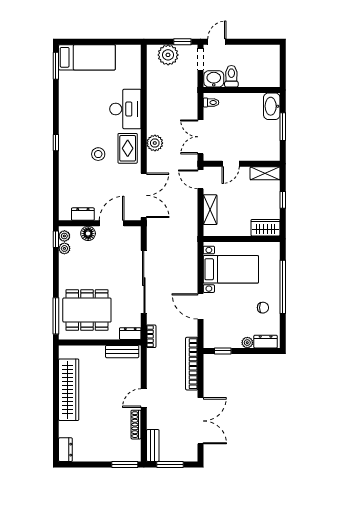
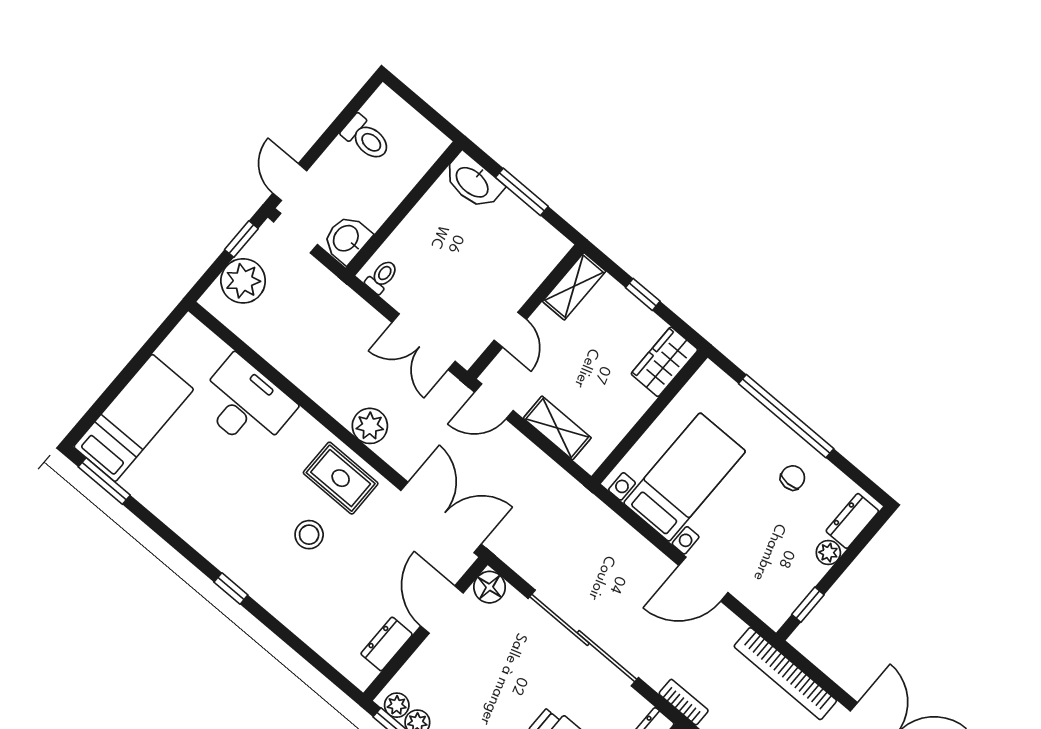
toilet: (231, 76) -> (366, 138), moved, turned 180
desk: (125, 109) -> (245, 404), moved
floor lamp: (88, 233) -> (490, 587), moved

